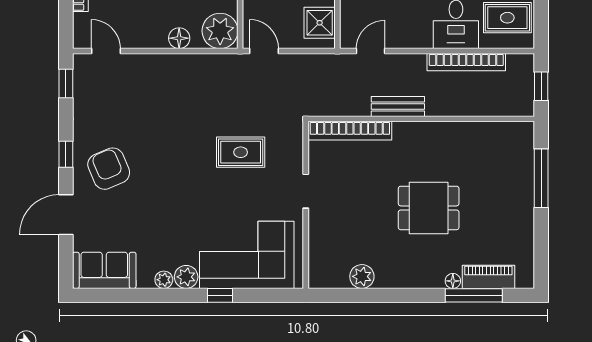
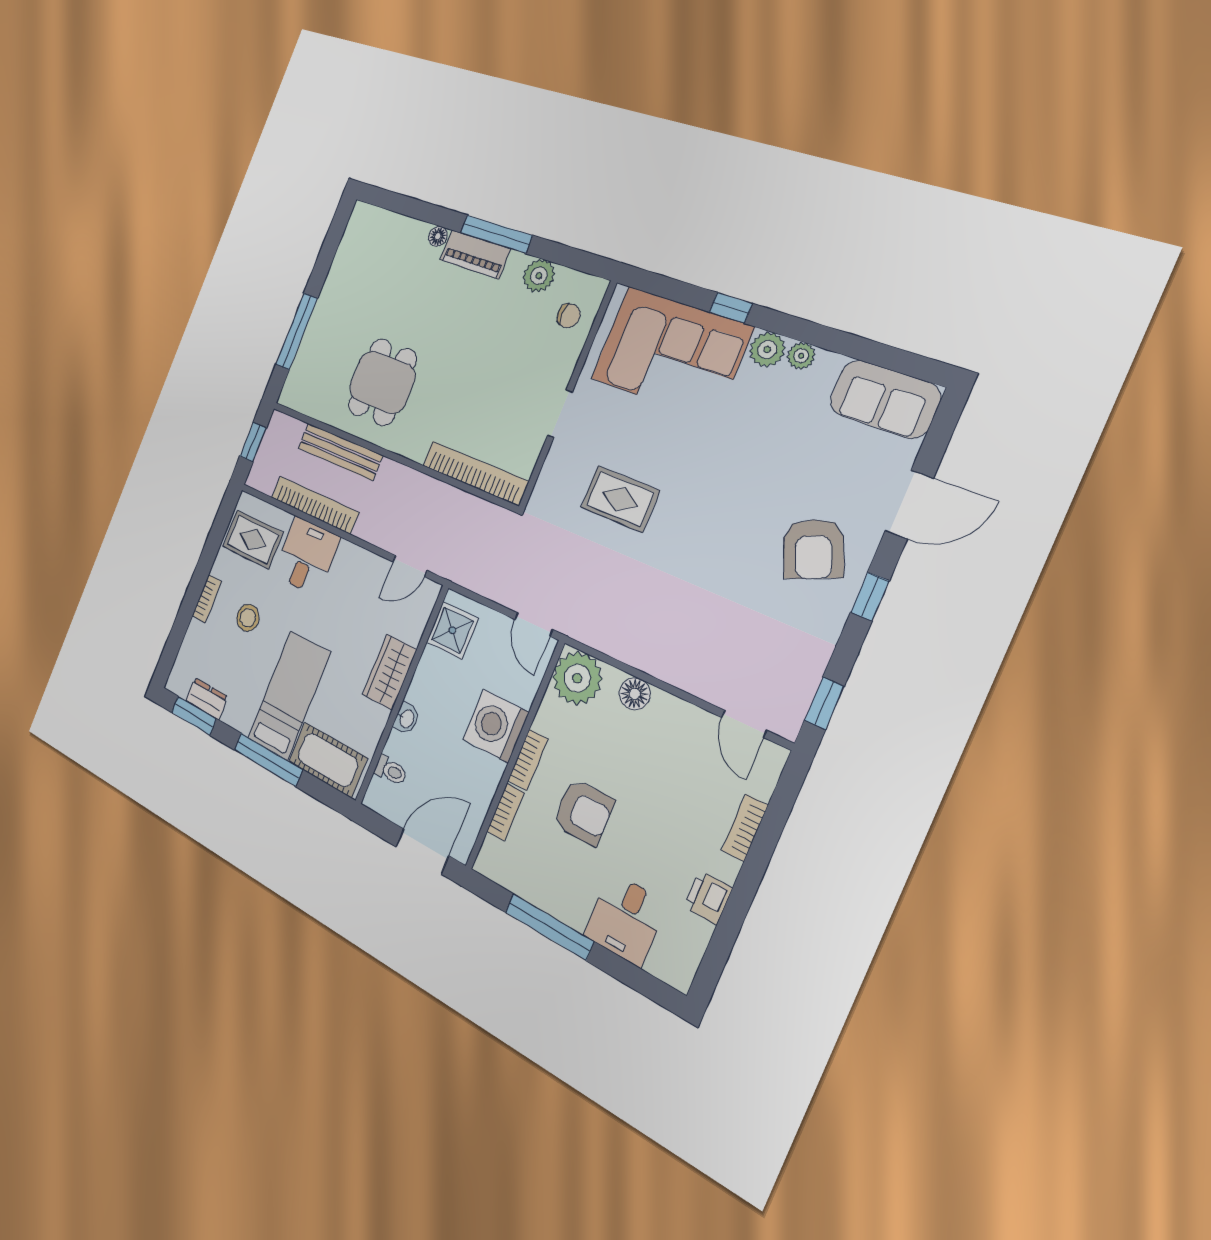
bench: (398, 106) -> (340, 452), moved, width x1.36
dining table: (429, 208) -> (382, 382), moved, turned 90
chair: (328, 257) -> (569, 316), added
piano: (488, 277) -> (475, 254), moved
window: (474, 295) -> (496, 234), moved

